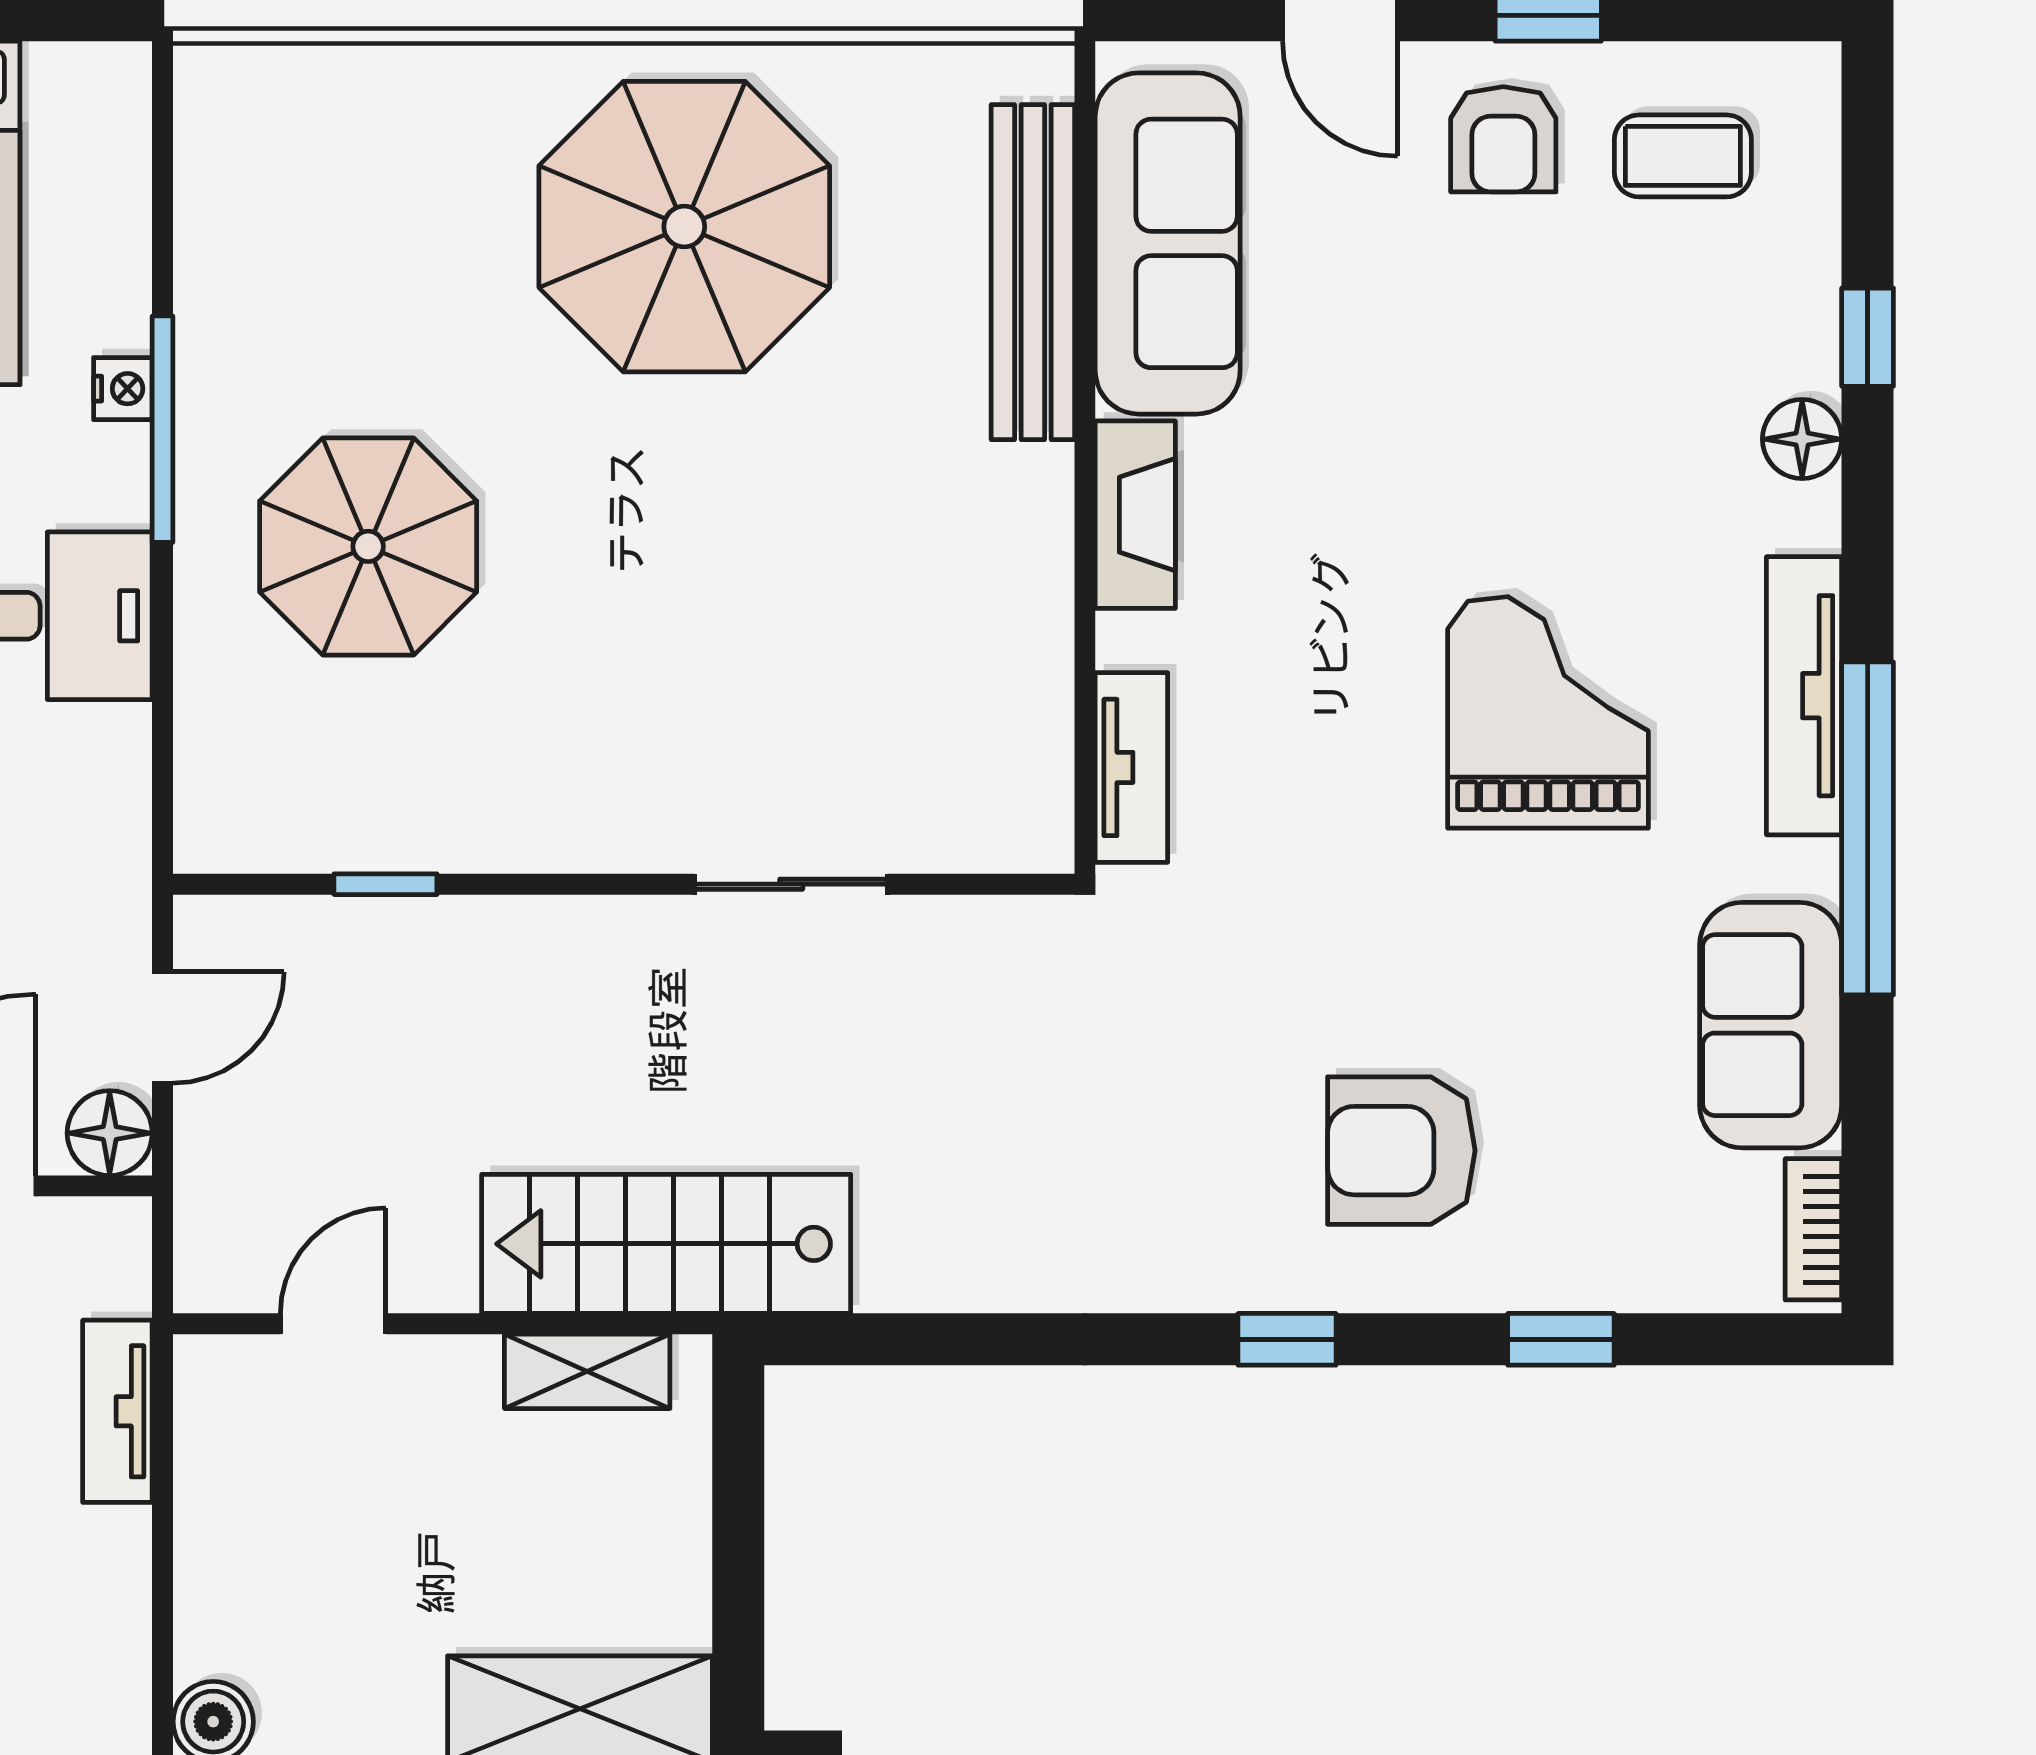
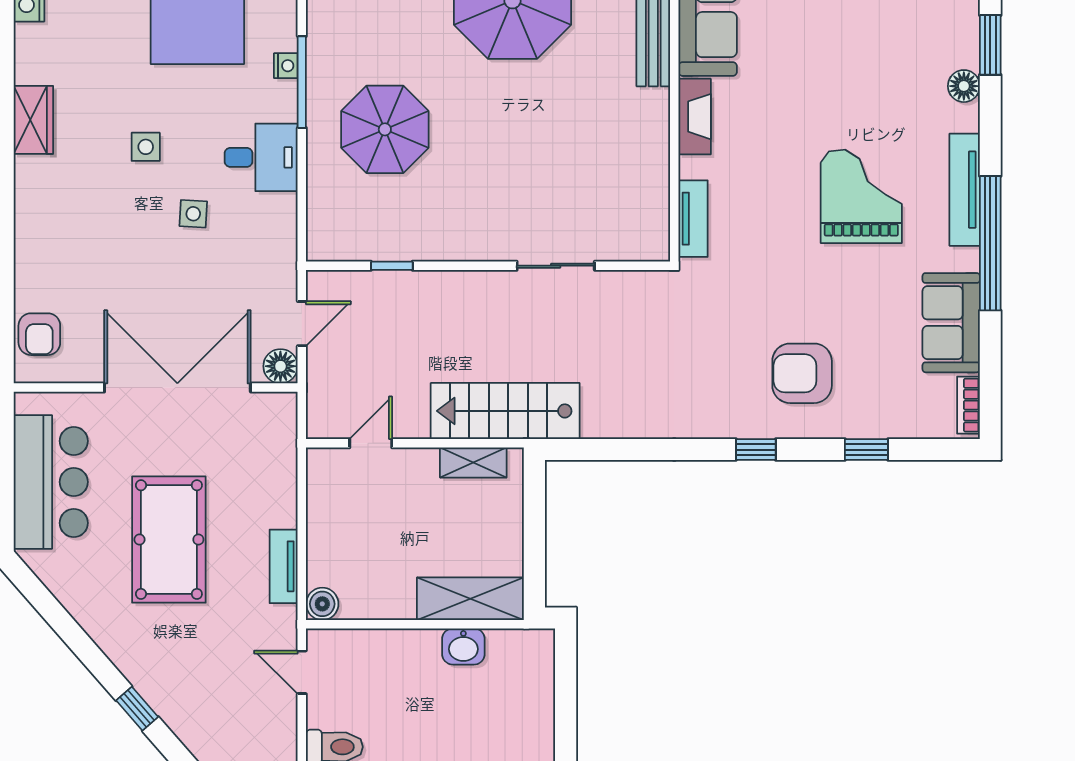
window: (1868, 337) -> (990, 45), width x1.50
tv unit: (117, 1411) -> (284, 566), moved

